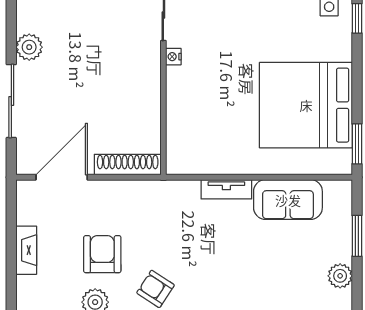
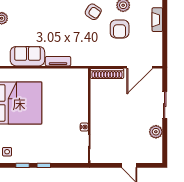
sliding door: (11, 101) -> (165, 105), width x0.73
fireplace: (26, 250) -> (157, 20), moved

